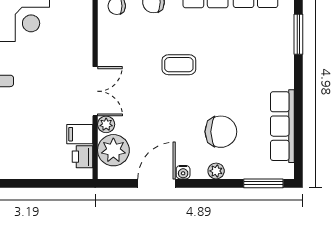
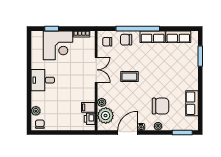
coffee table: (179, 65) -> (129, 77), moved
double door: (95, 91) -> (96, 70), moved
row of seats: (282, 126) -> (192, 103), width x0.68

